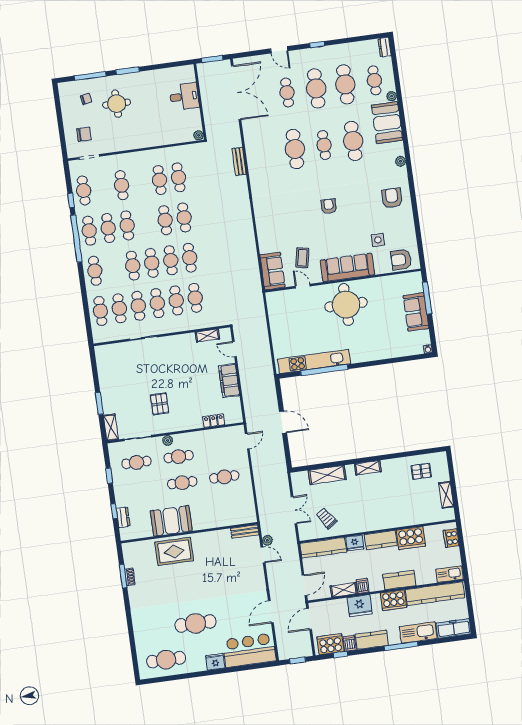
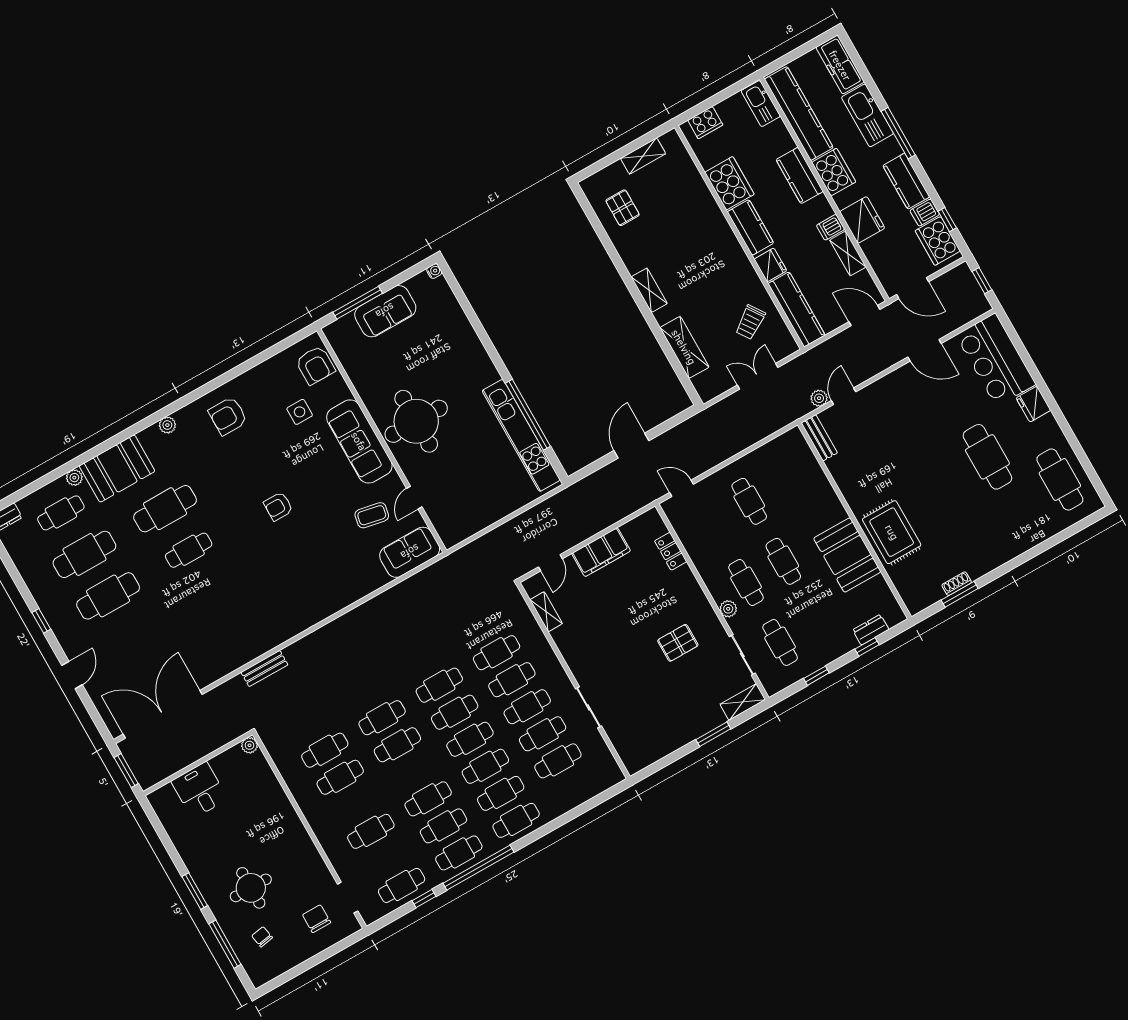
cafe table: (287, 92) -> (132, 637), removed
cafe table: (295, 149) -> (212, 592), removed
cafe table: (100, 311) -> (501, 793), moved

